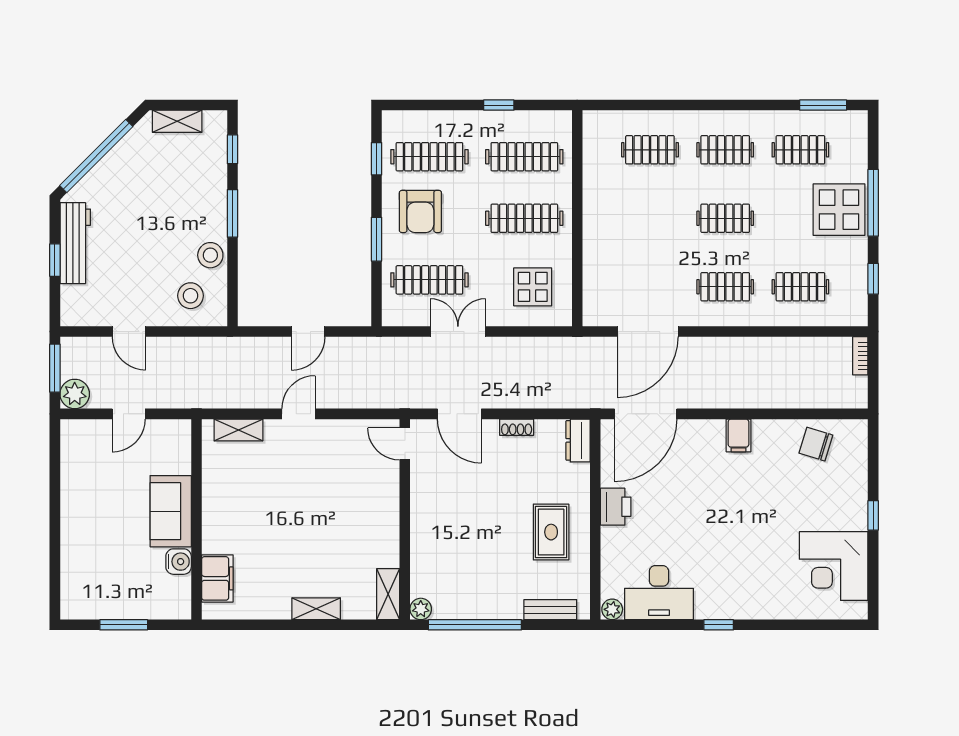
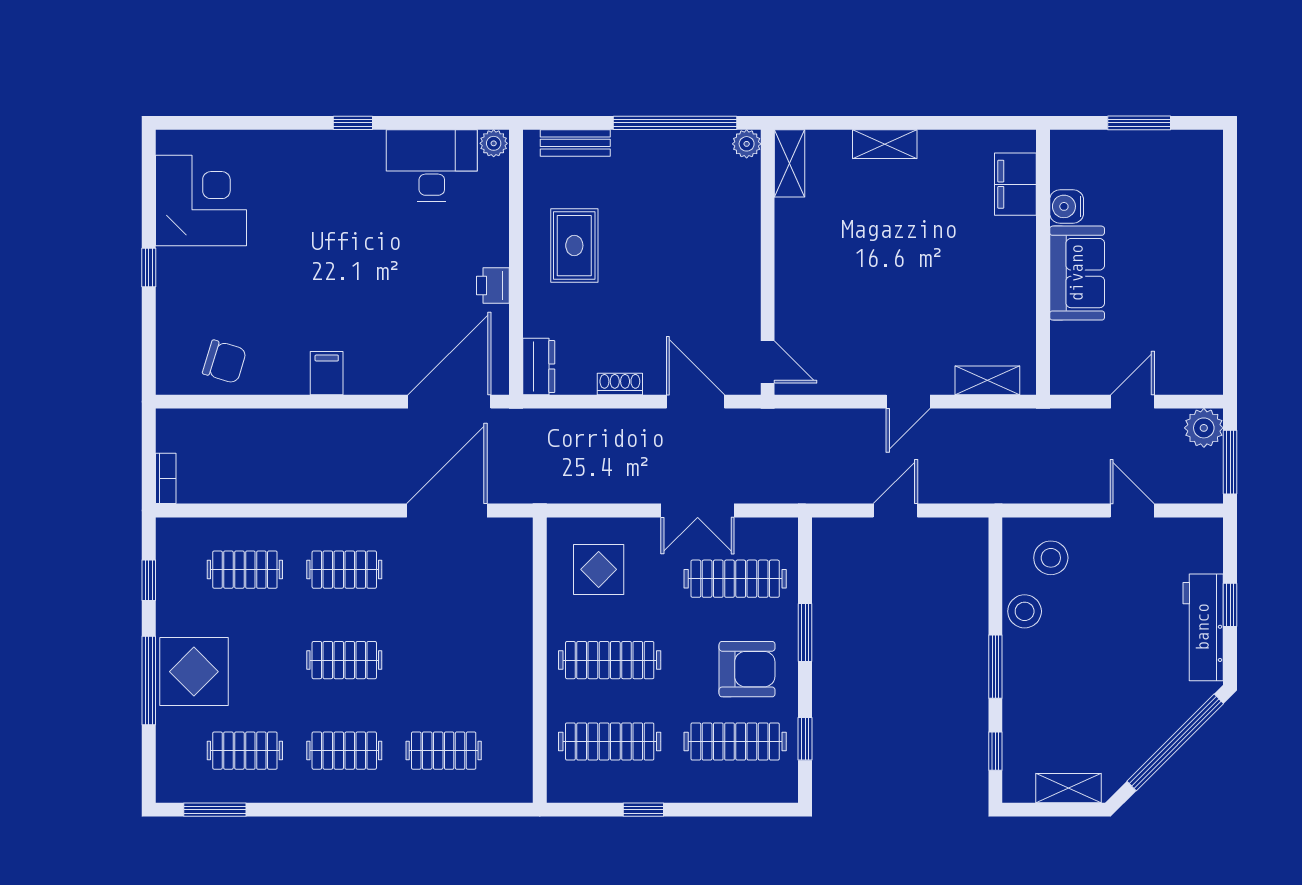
armchair: (420, 211) -> (747, 669), turned 90
printer: (616, 507) -> (493, 285), width x0.73, depth x0.81

